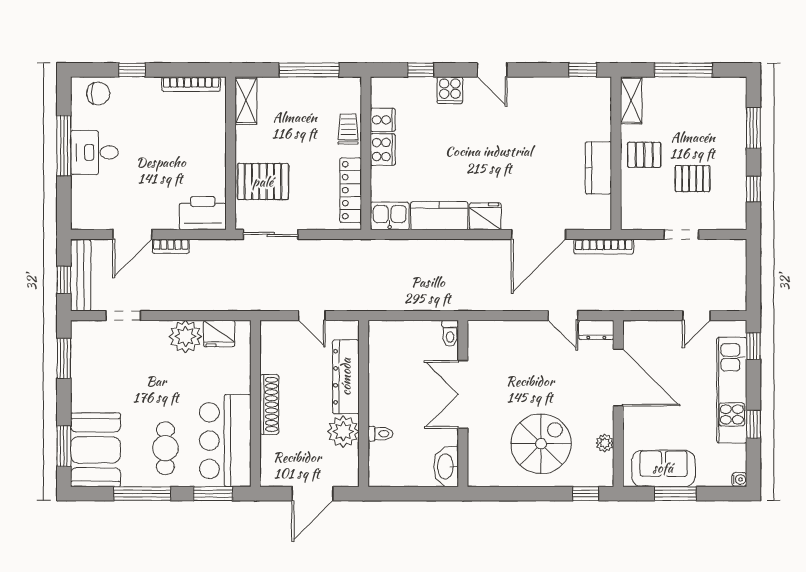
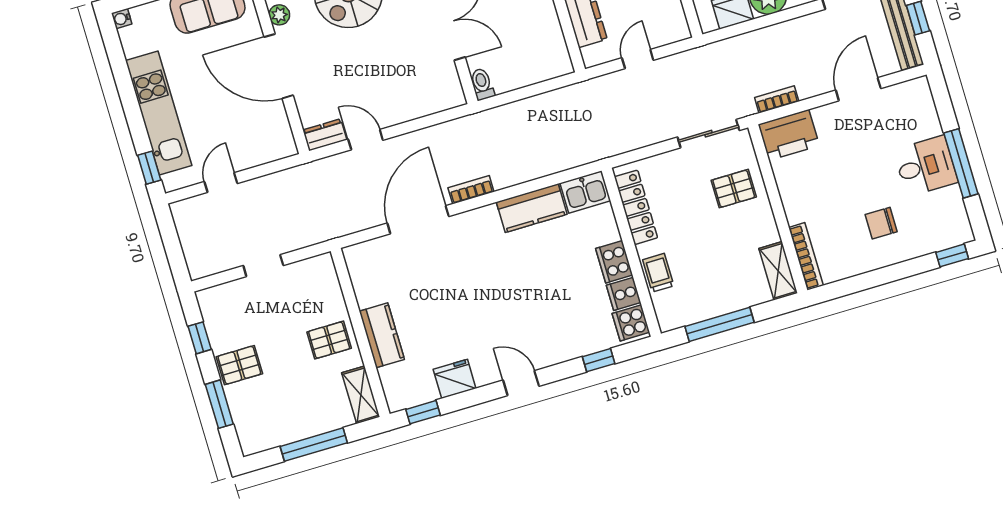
window: (132, 70) -> (952, 255), moved
bookcase: (191, 84) -> (806, 256), moved, turned 90
cooker: (450, 90) -> (631, 323), moved, turned -90
chair: (98, 93) -> (881, 223), moved
trolley: (348, 129) -> (658, 273), turned 180
kitchen counter: (598, 168) -> (382, 335), moved
pallet: (693, 179) -> (239, 365), moved
pallet: (263, 182) -> (734, 189), width x0.67, depth x0.71
fridge: (485, 216) -> (455, 379), moved, turned 180
bookcase: (171, 246) -> (777, 100), moved
bookcase: (604, 247) -> (471, 190), moved, width x0.64
door: (312, 316) -> (638, 59), hinge flipped
door: (618, 378) -> (279, 66), moved
window: (753, 424) -> (124, 83), removed

